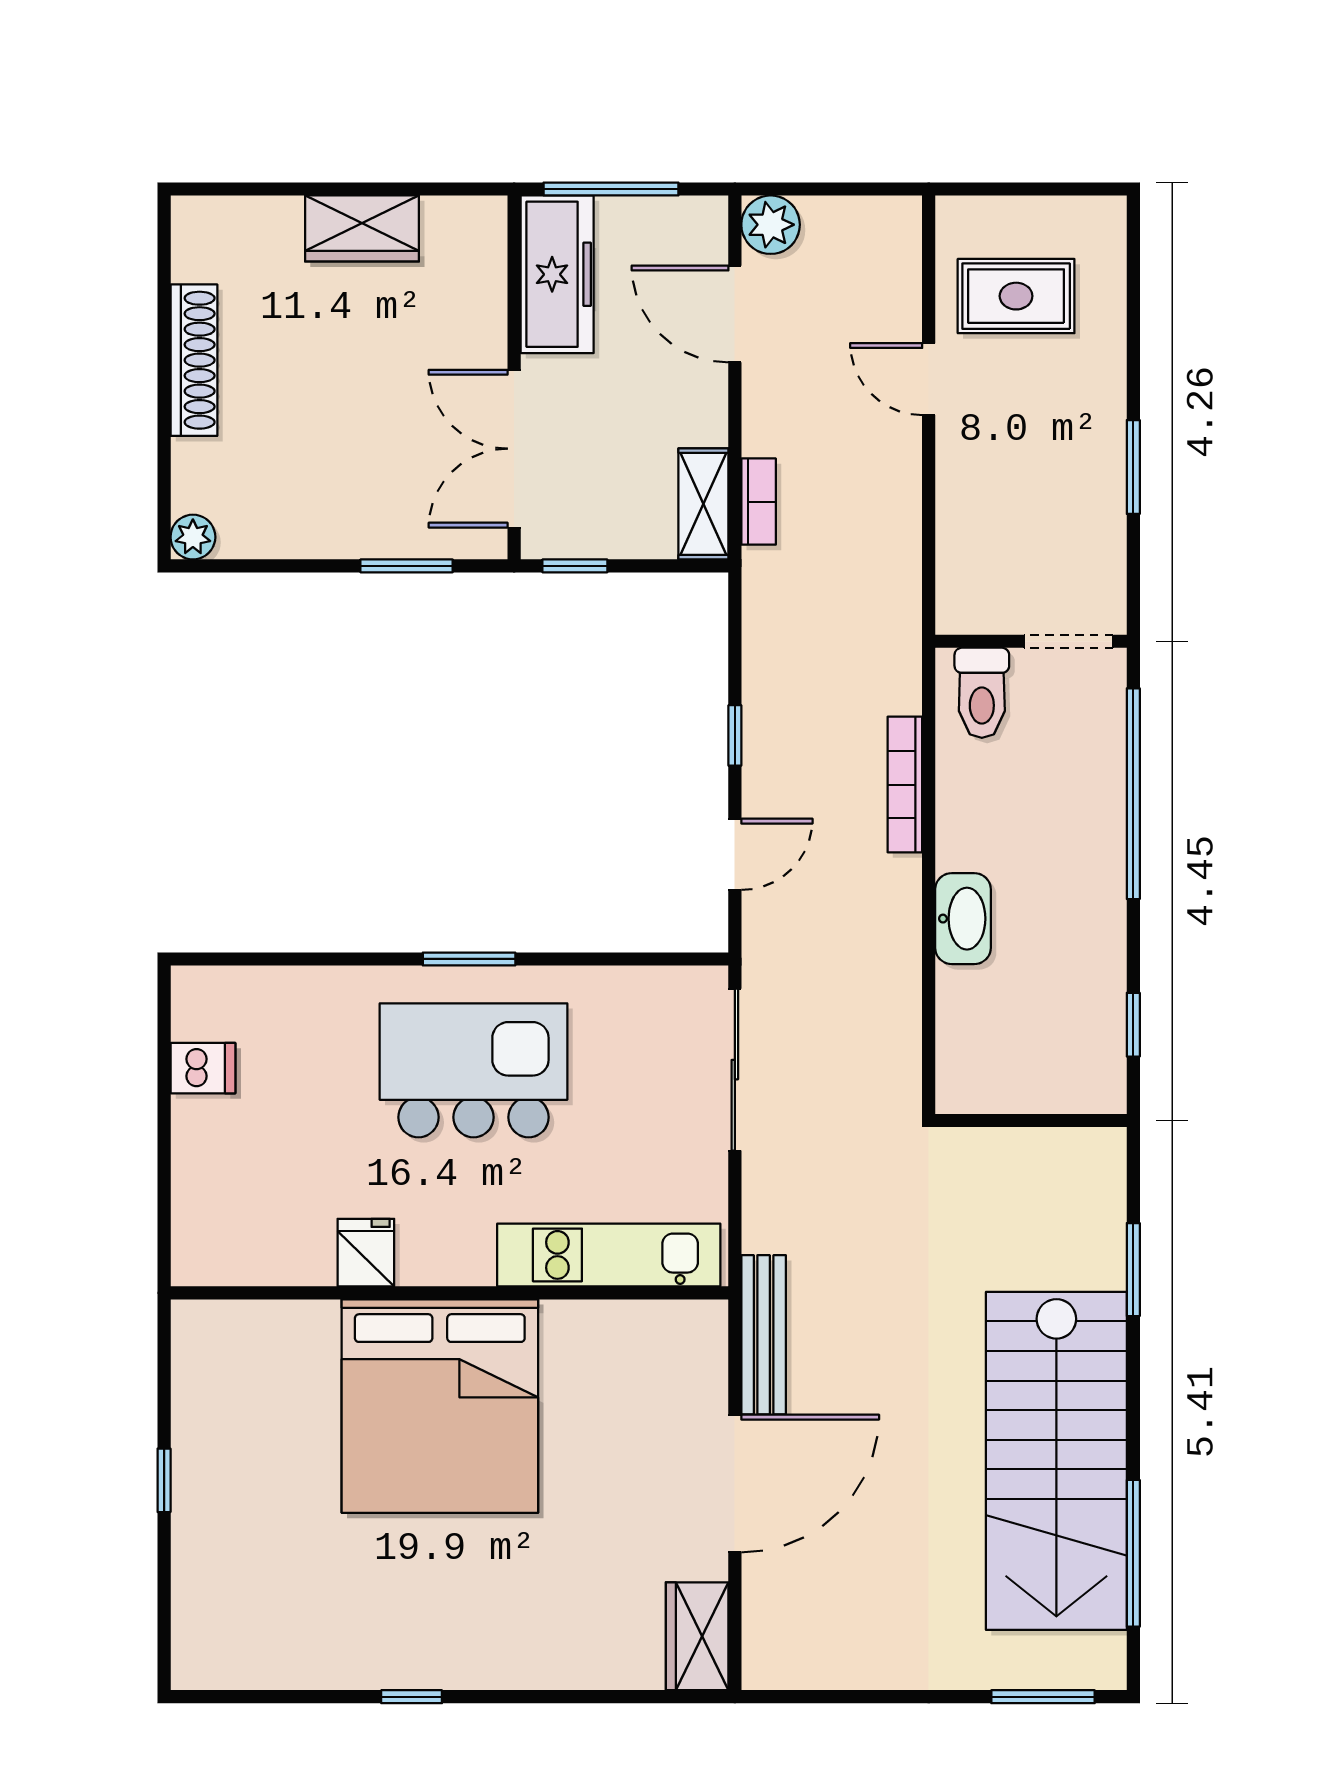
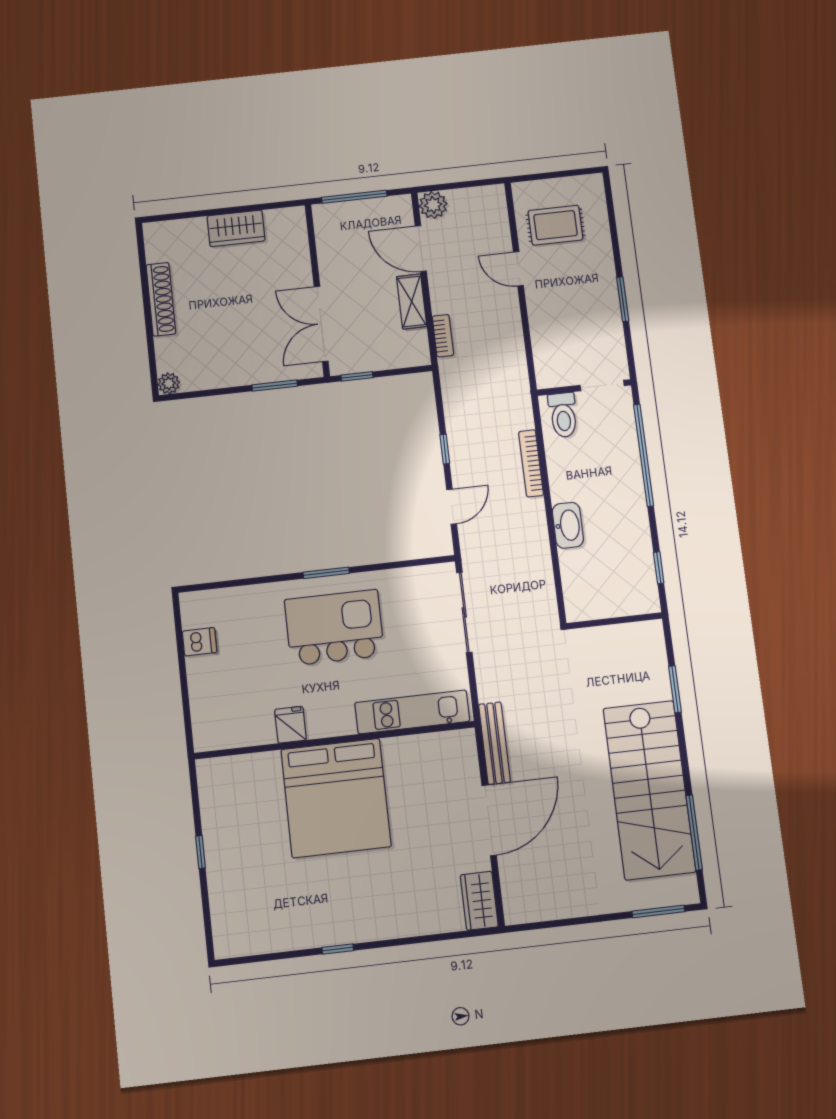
freezer: (557, 274) -> (333, 239), removed
shelving: (703, 504) -> (412, 301), moved

